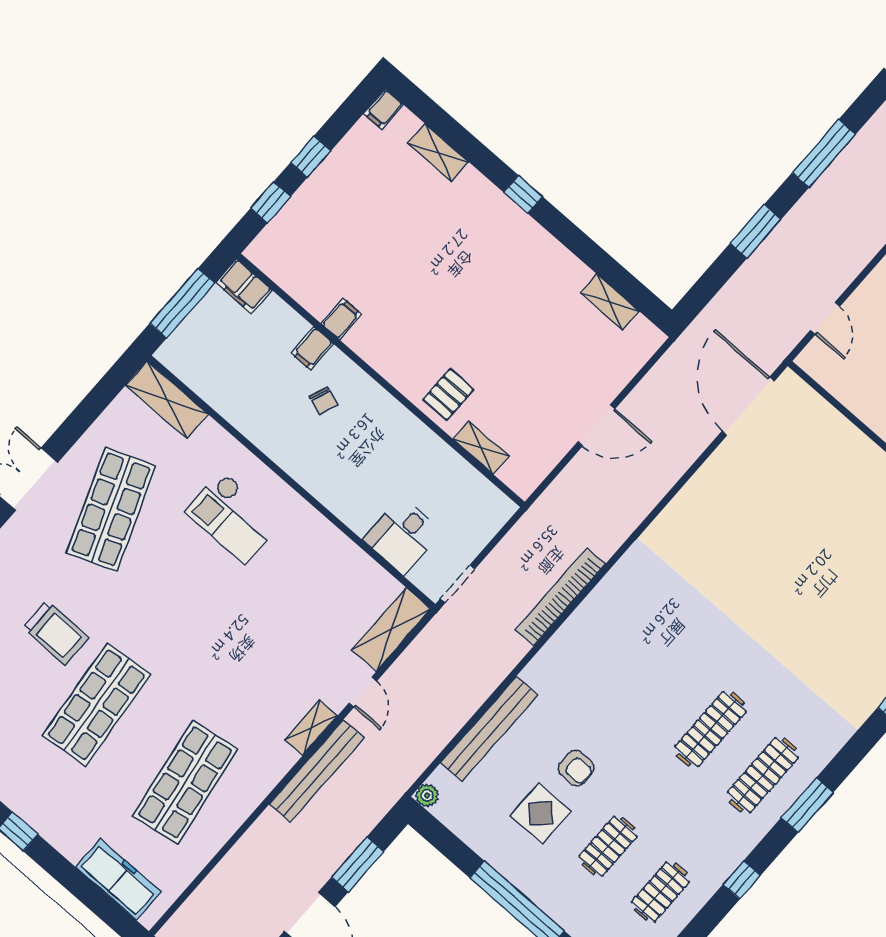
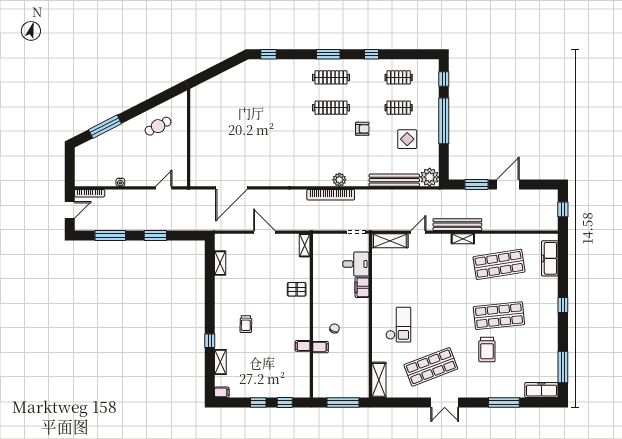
window: (523, 194) -> (210, 341), moved
trolley: (465, 254) -> (246, 324), added
filing cabinet: (244, 286) -> (362, 287), moved, turned 180
door: (748, 406) -> (231, 188), moved
shelving: (481, 448) -> (305, 245), moved
trolley: (56, 633) -> (487, 349), turned 180
plant: (573, 635) -> (339, 180), added
shelving: (311, 728) -> (463, 239), moved
armchair: (576, 768) -> (362, 129), moved, turned 90
plant: (427, 795) -> (430, 177), width x1.88, depth x1.88

